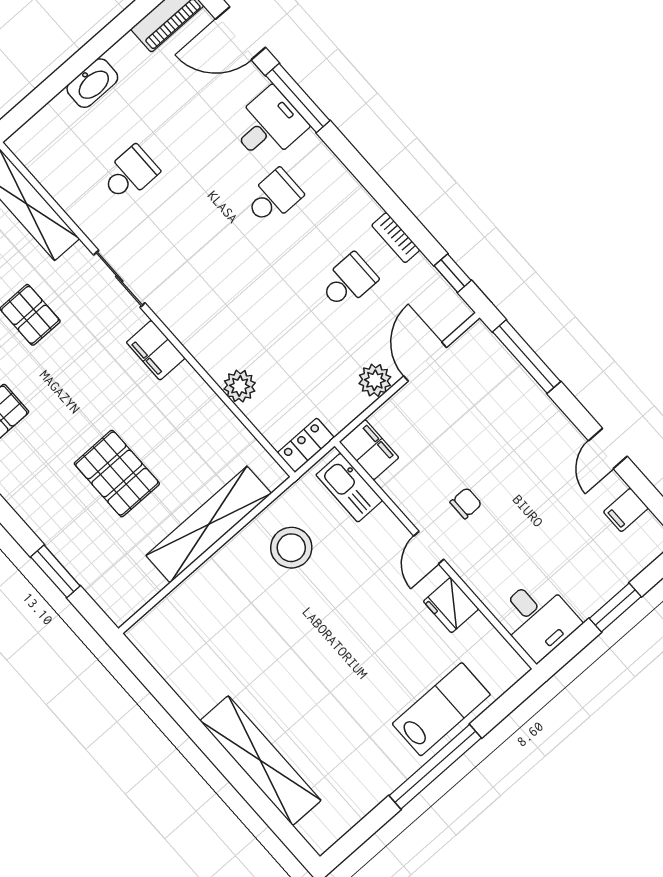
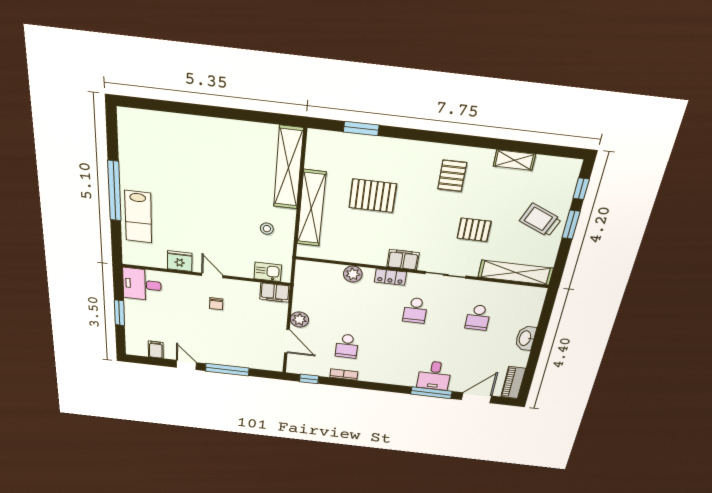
school desk: (274, 197) -> (415, 310), moved
window: (527, 357) -> (227, 370), moved
locker: (306, 445) -> (390, 277), moved, turned 90
kitchen sink: (349, 488) -> (268, 272), width x0.73
stool: (291, 548) -> (267, 229), width x0.53, depth x0.53
shelving: (260, 761) -> (288, 168), moved, turned 90

